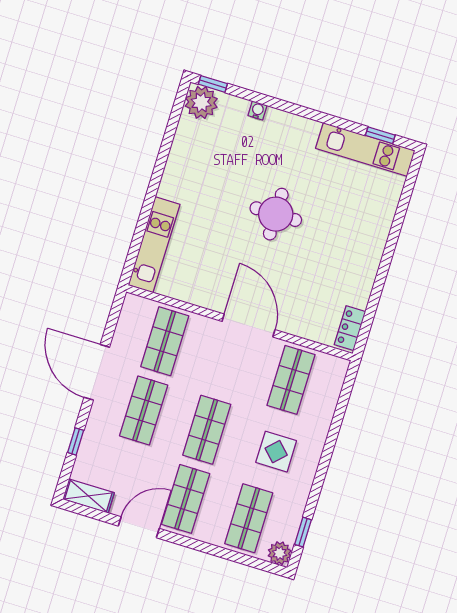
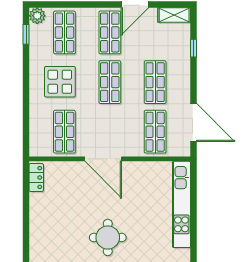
kitchen unit: (154, 245) -> (181, 204), width x1.36
door: (97, 372) -> (193, 123), moved
display table: (276, 452) -> (60, 82), width x1.36, depth x1.36

